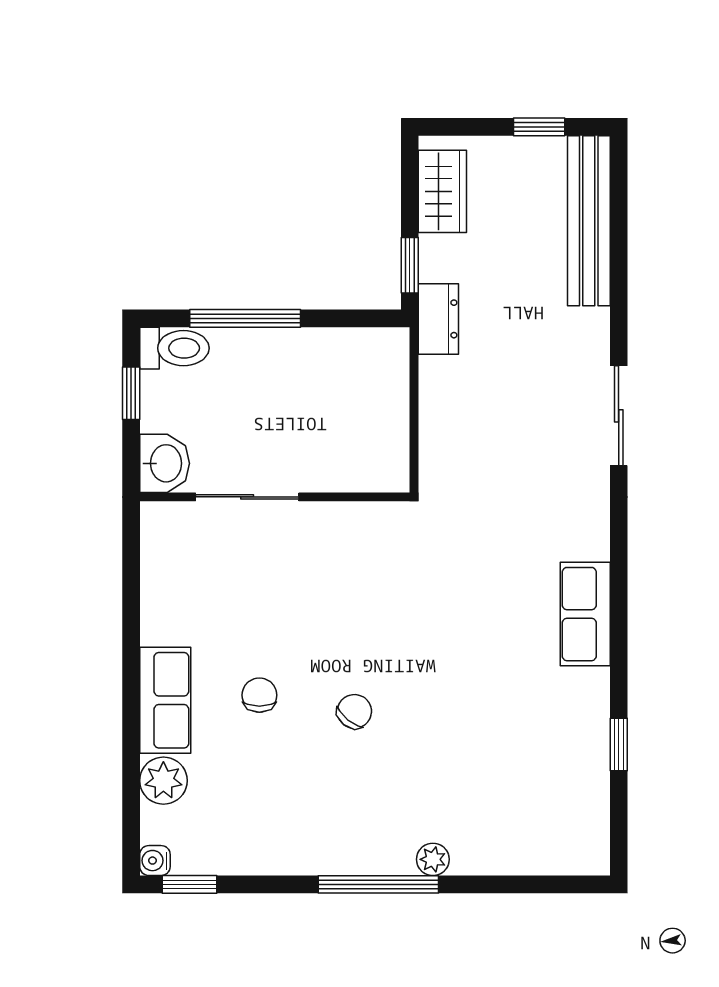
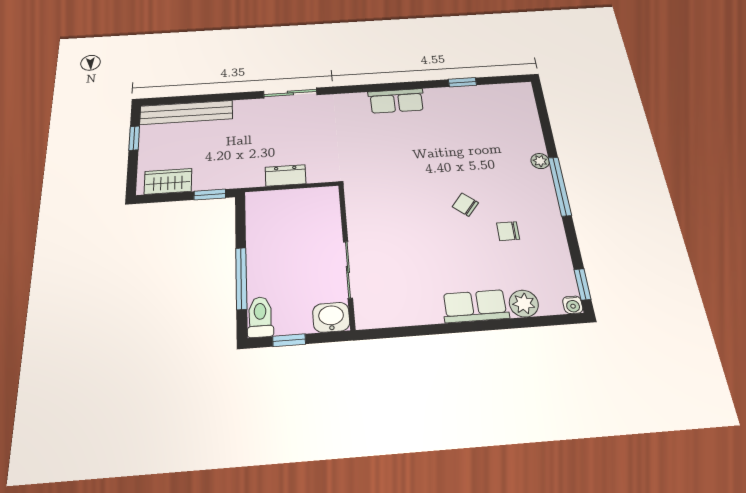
dresser: (438, 319) -> (286, 175), moved
chair: (259, 695) -> (508, 231), moved

